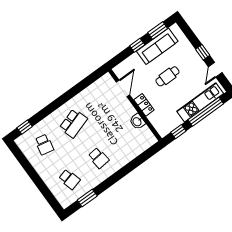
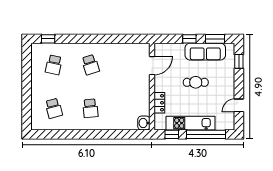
window: (203, 52) -> (239, 61), moved
kitchen unit: (200, 102) -> (190, 123), moved
locker: (144, 105) -> (159, 103), moved
washbasin: (137, 122) -> (144, 123), moved
school desk: (73, 123) -> (90, 65), width x0.54
window: (87, 198) -> (57, 134), removed

